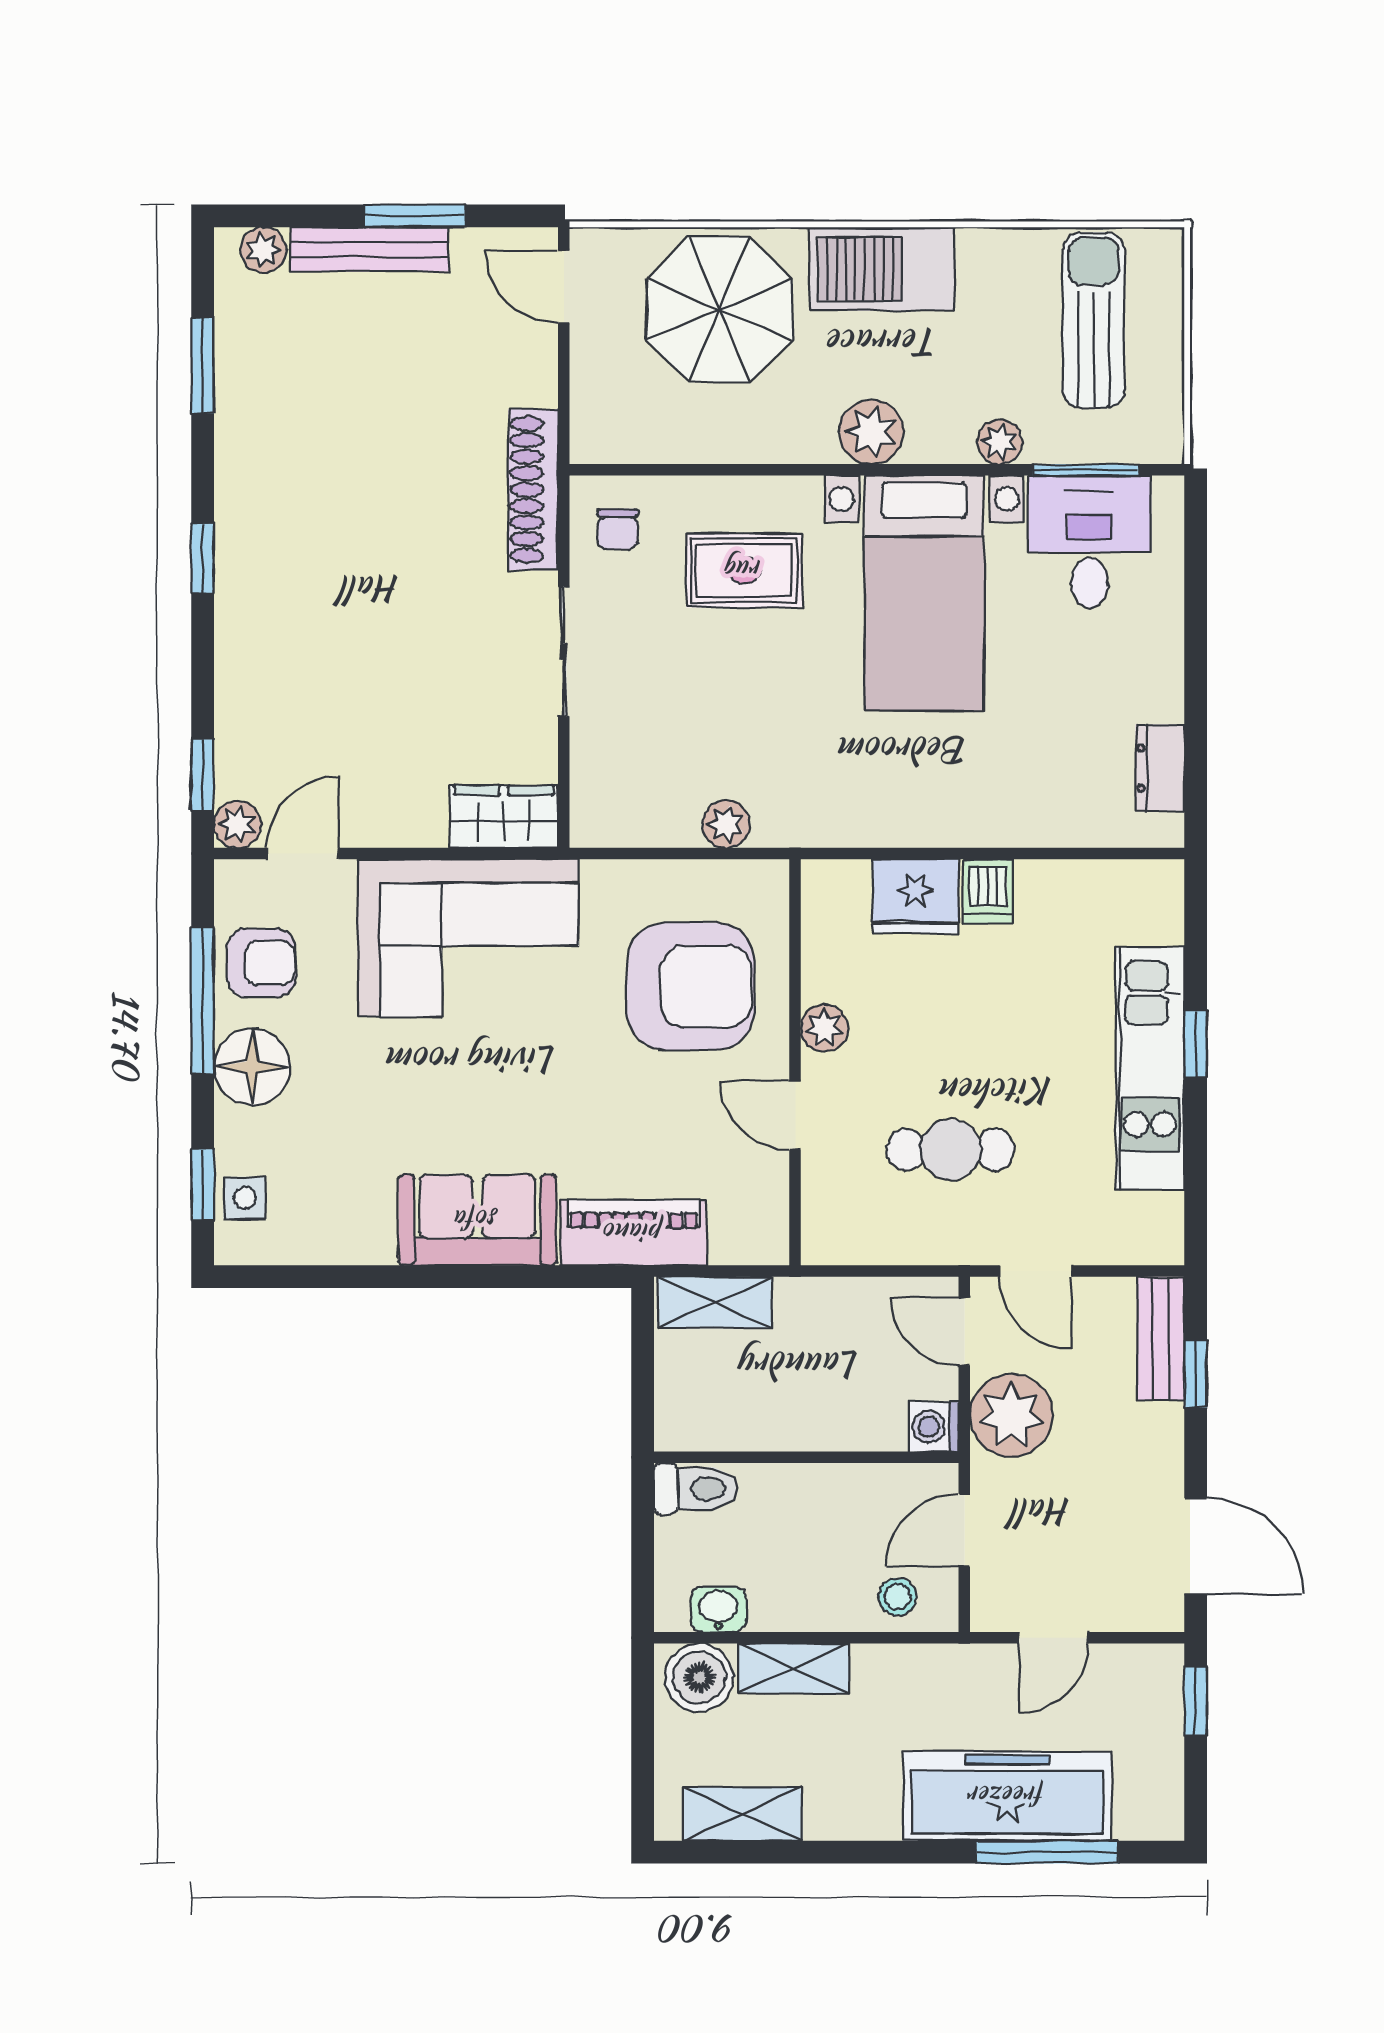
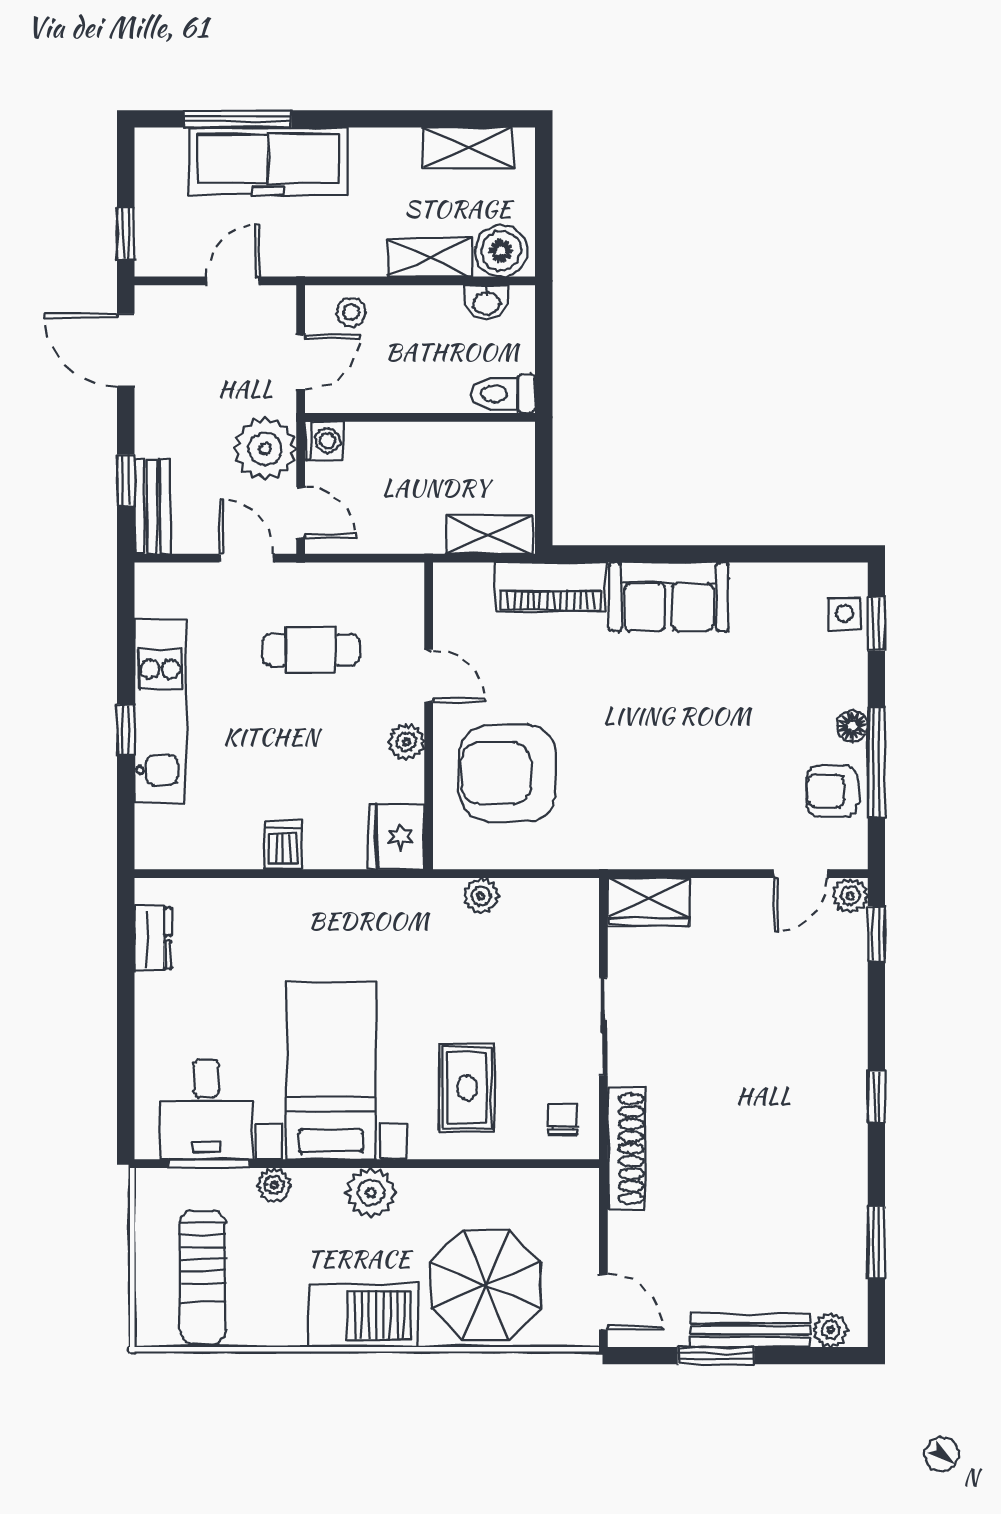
rug: (744, 570) -> (467, 1088), turned 90
fridge: (915, 896) -> (396, 837), moved, turned -90
corner sofa: (468, 938) -> (676, 810), removed
floor lamp: (252, 1067) -> (852, 726), width x0.53, depth x0.53

